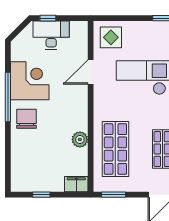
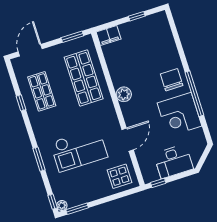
window: (48, 18) -> (158, 183), moved
chair: (26, 119) -> (172, 80), turned 180
plant: (80, 140) -> (124, 94), moved

